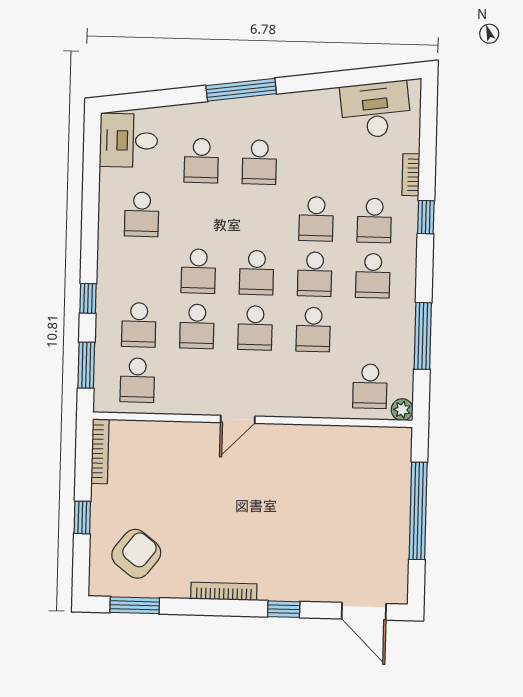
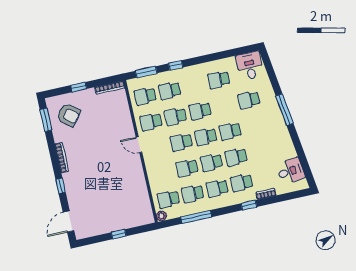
desk: (376, 110) -> (291, 171), width x0.73
school desk: (259, 162) -> (230, 131), moved
school desk: (371, 331) -> (193, 194), added
school desk: (196, 382) -> (151, 122), added
window: (418, 511) -> (119, 234), width x0.32

